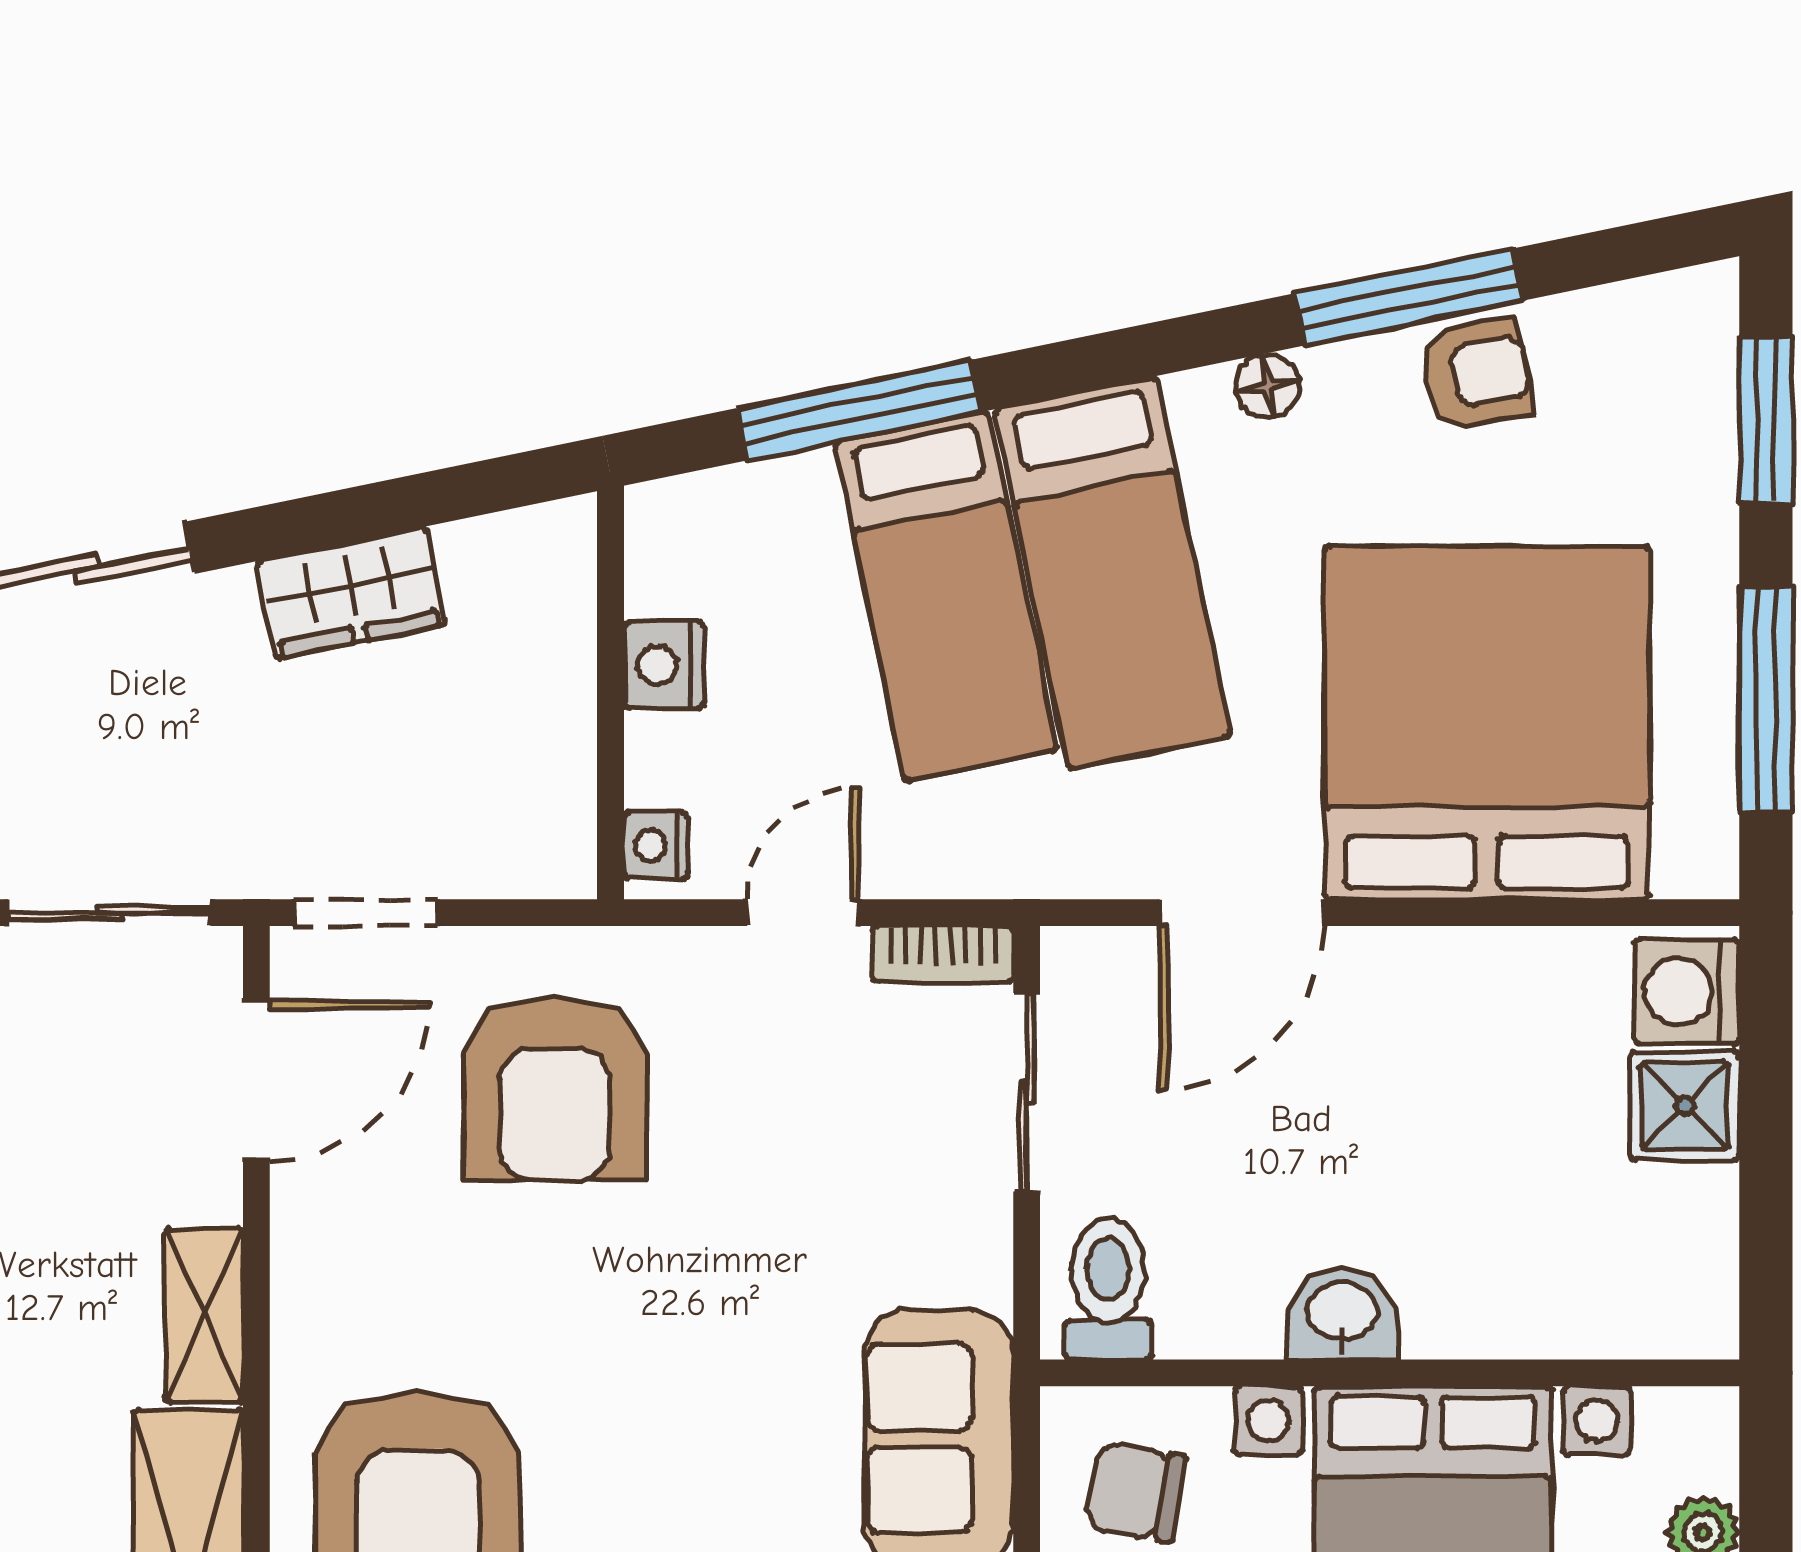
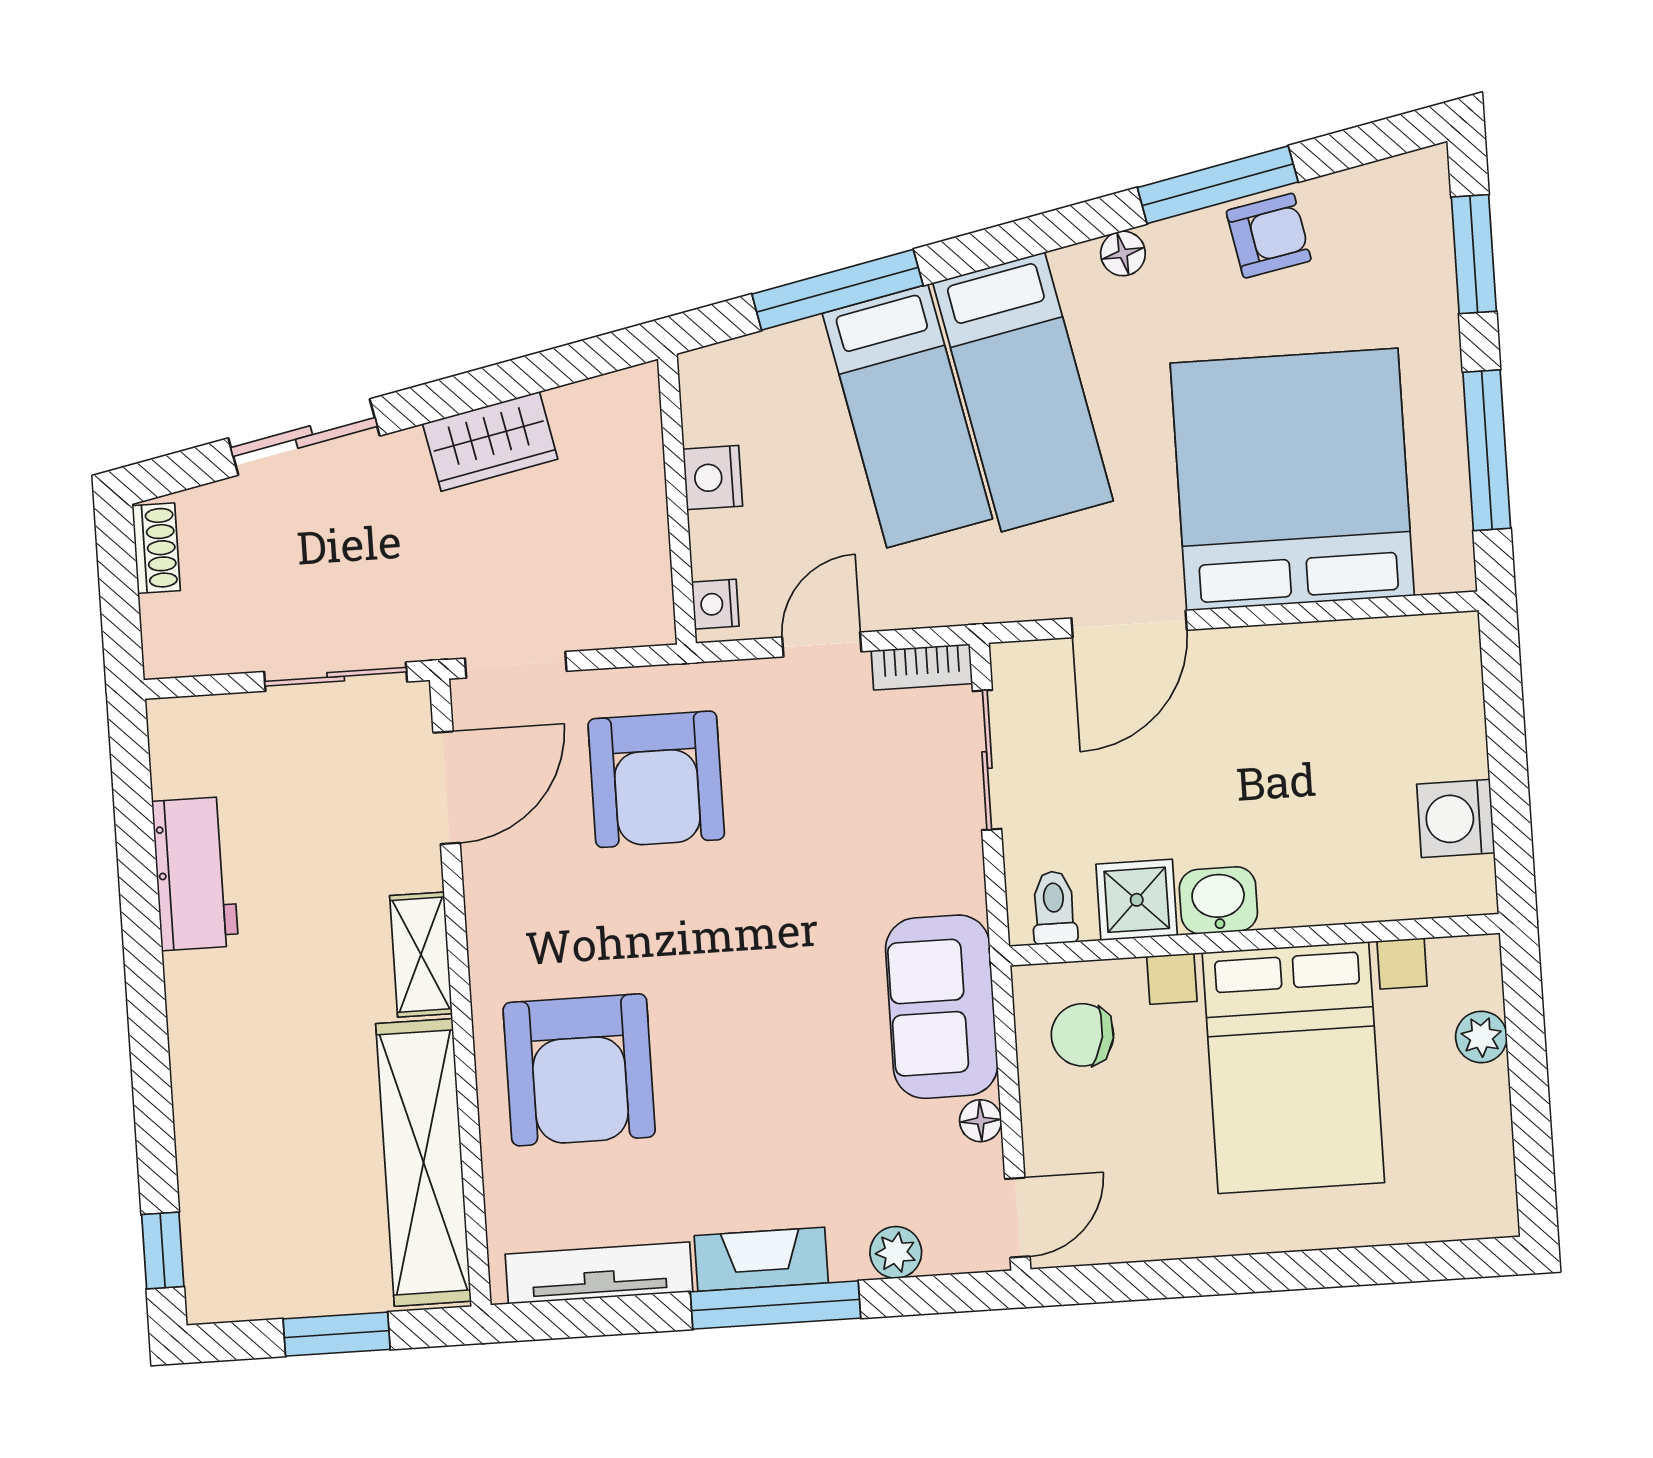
washing machine: (1687, 992) -> (1456, 818), moved
shower: (1685, 1106) -> (1137, 900), moved
toilet: (1108, 1289) -> (1054, 908), width x0.73, depth x0.72

